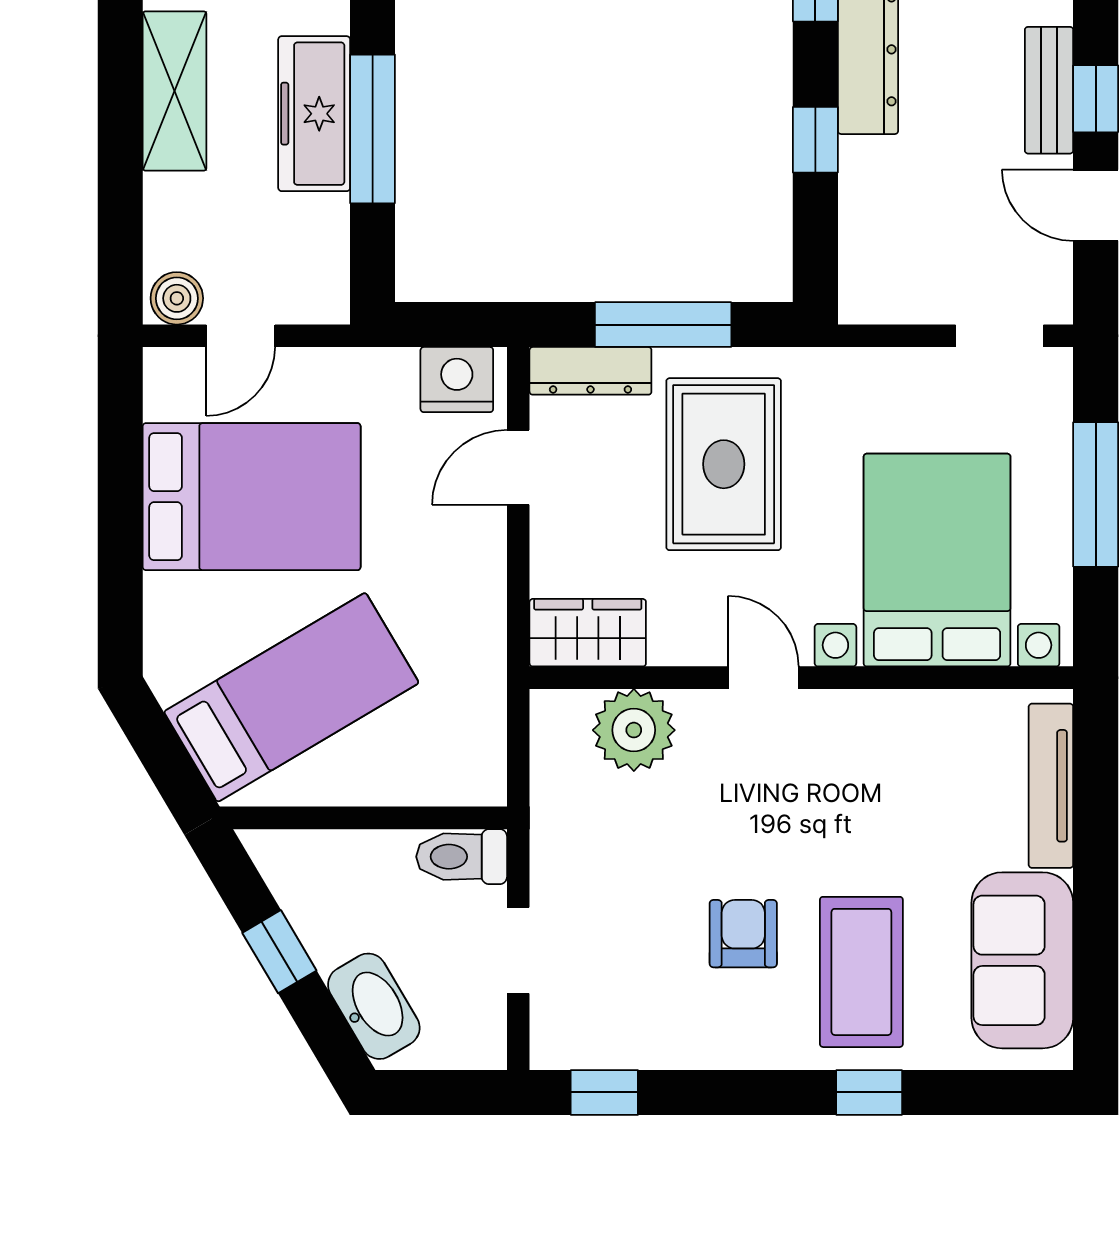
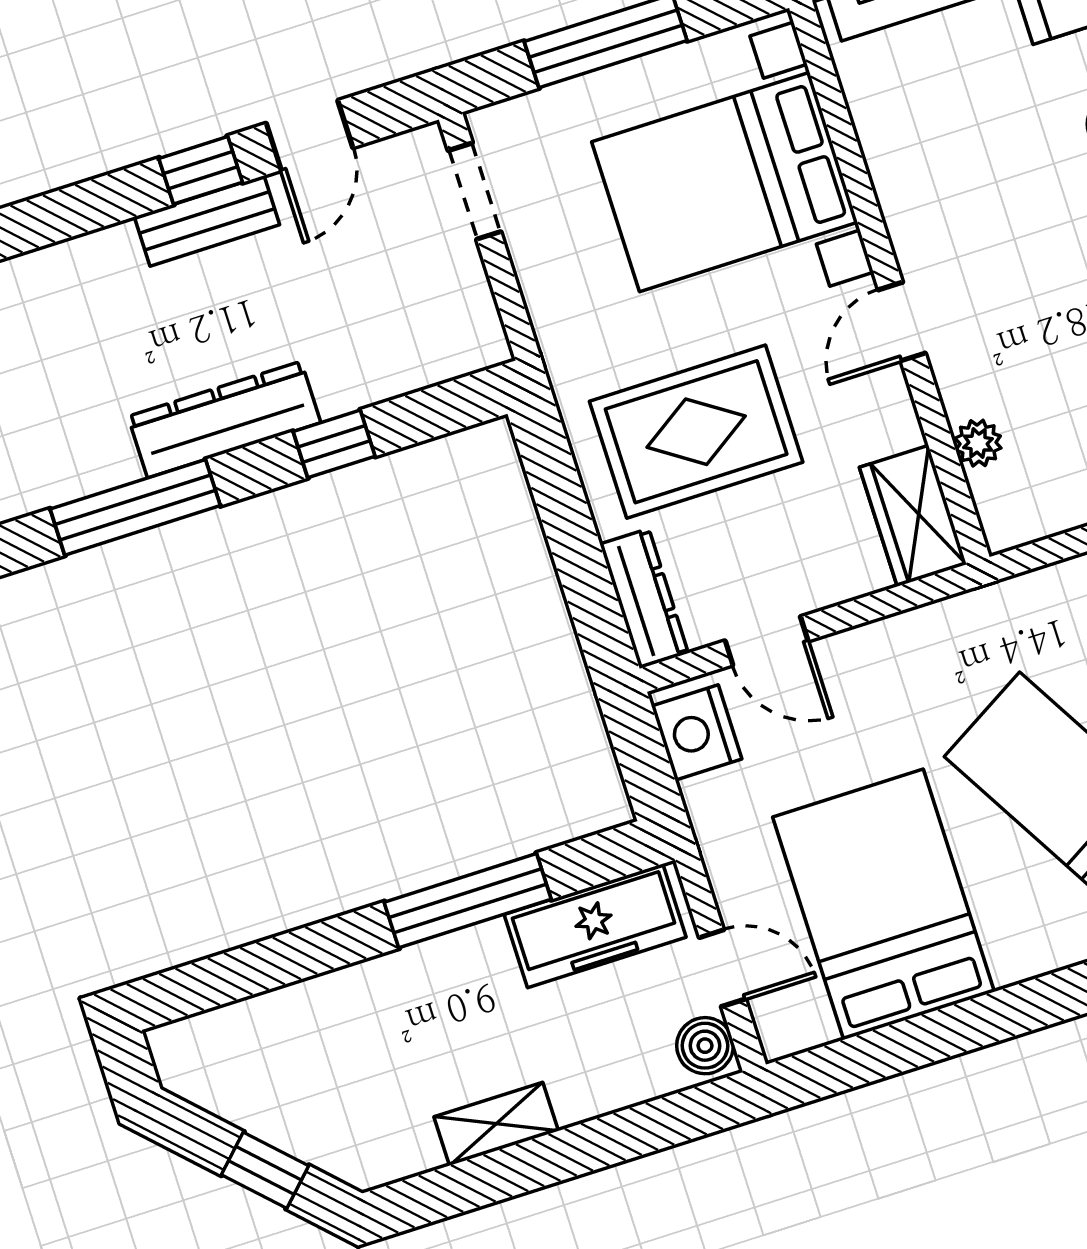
shelving: (175, 91) -> (496, 1124), width x0.67, depth x0.75
freezer: (314, 114) -> (595, 926), moved
window: (663, 325) -> (573, 539), removed
plant: (634, 730) -> (978, 443), width x0.53, depth x0.53

